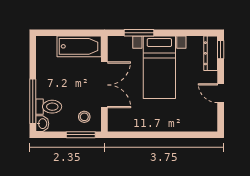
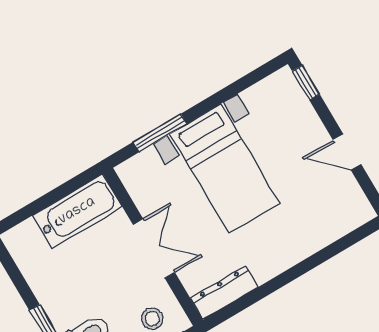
dresser: (211, 53) -> (224, 293), moved, turned 90
double door: (104, 85) -> (154, 249), width x0.73

